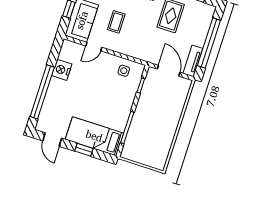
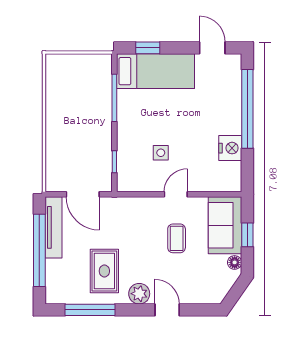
door: (94, 47) -> (176, 194), moved
tv unit: (193, 61) -> (54, 227), width x1.41
side table: (124, 71) -> (161, 153), moved
window: (84, 150) -> (148, 48), moved

